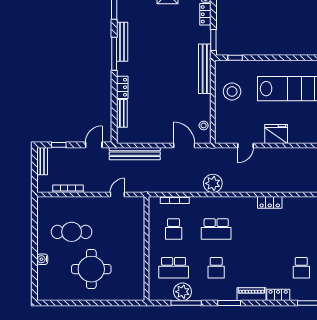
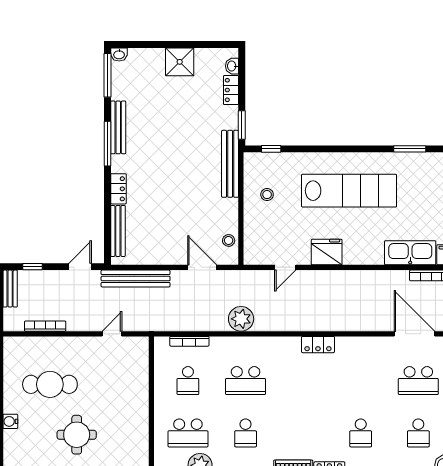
stool: (232, 92) -> (267, 195), width x0.53, depth x0.53
bench: (122, 113) -> (118, 231), width x1.36
round table: (91, 269) -> (77, 435), width x0.73, depth x0.73

